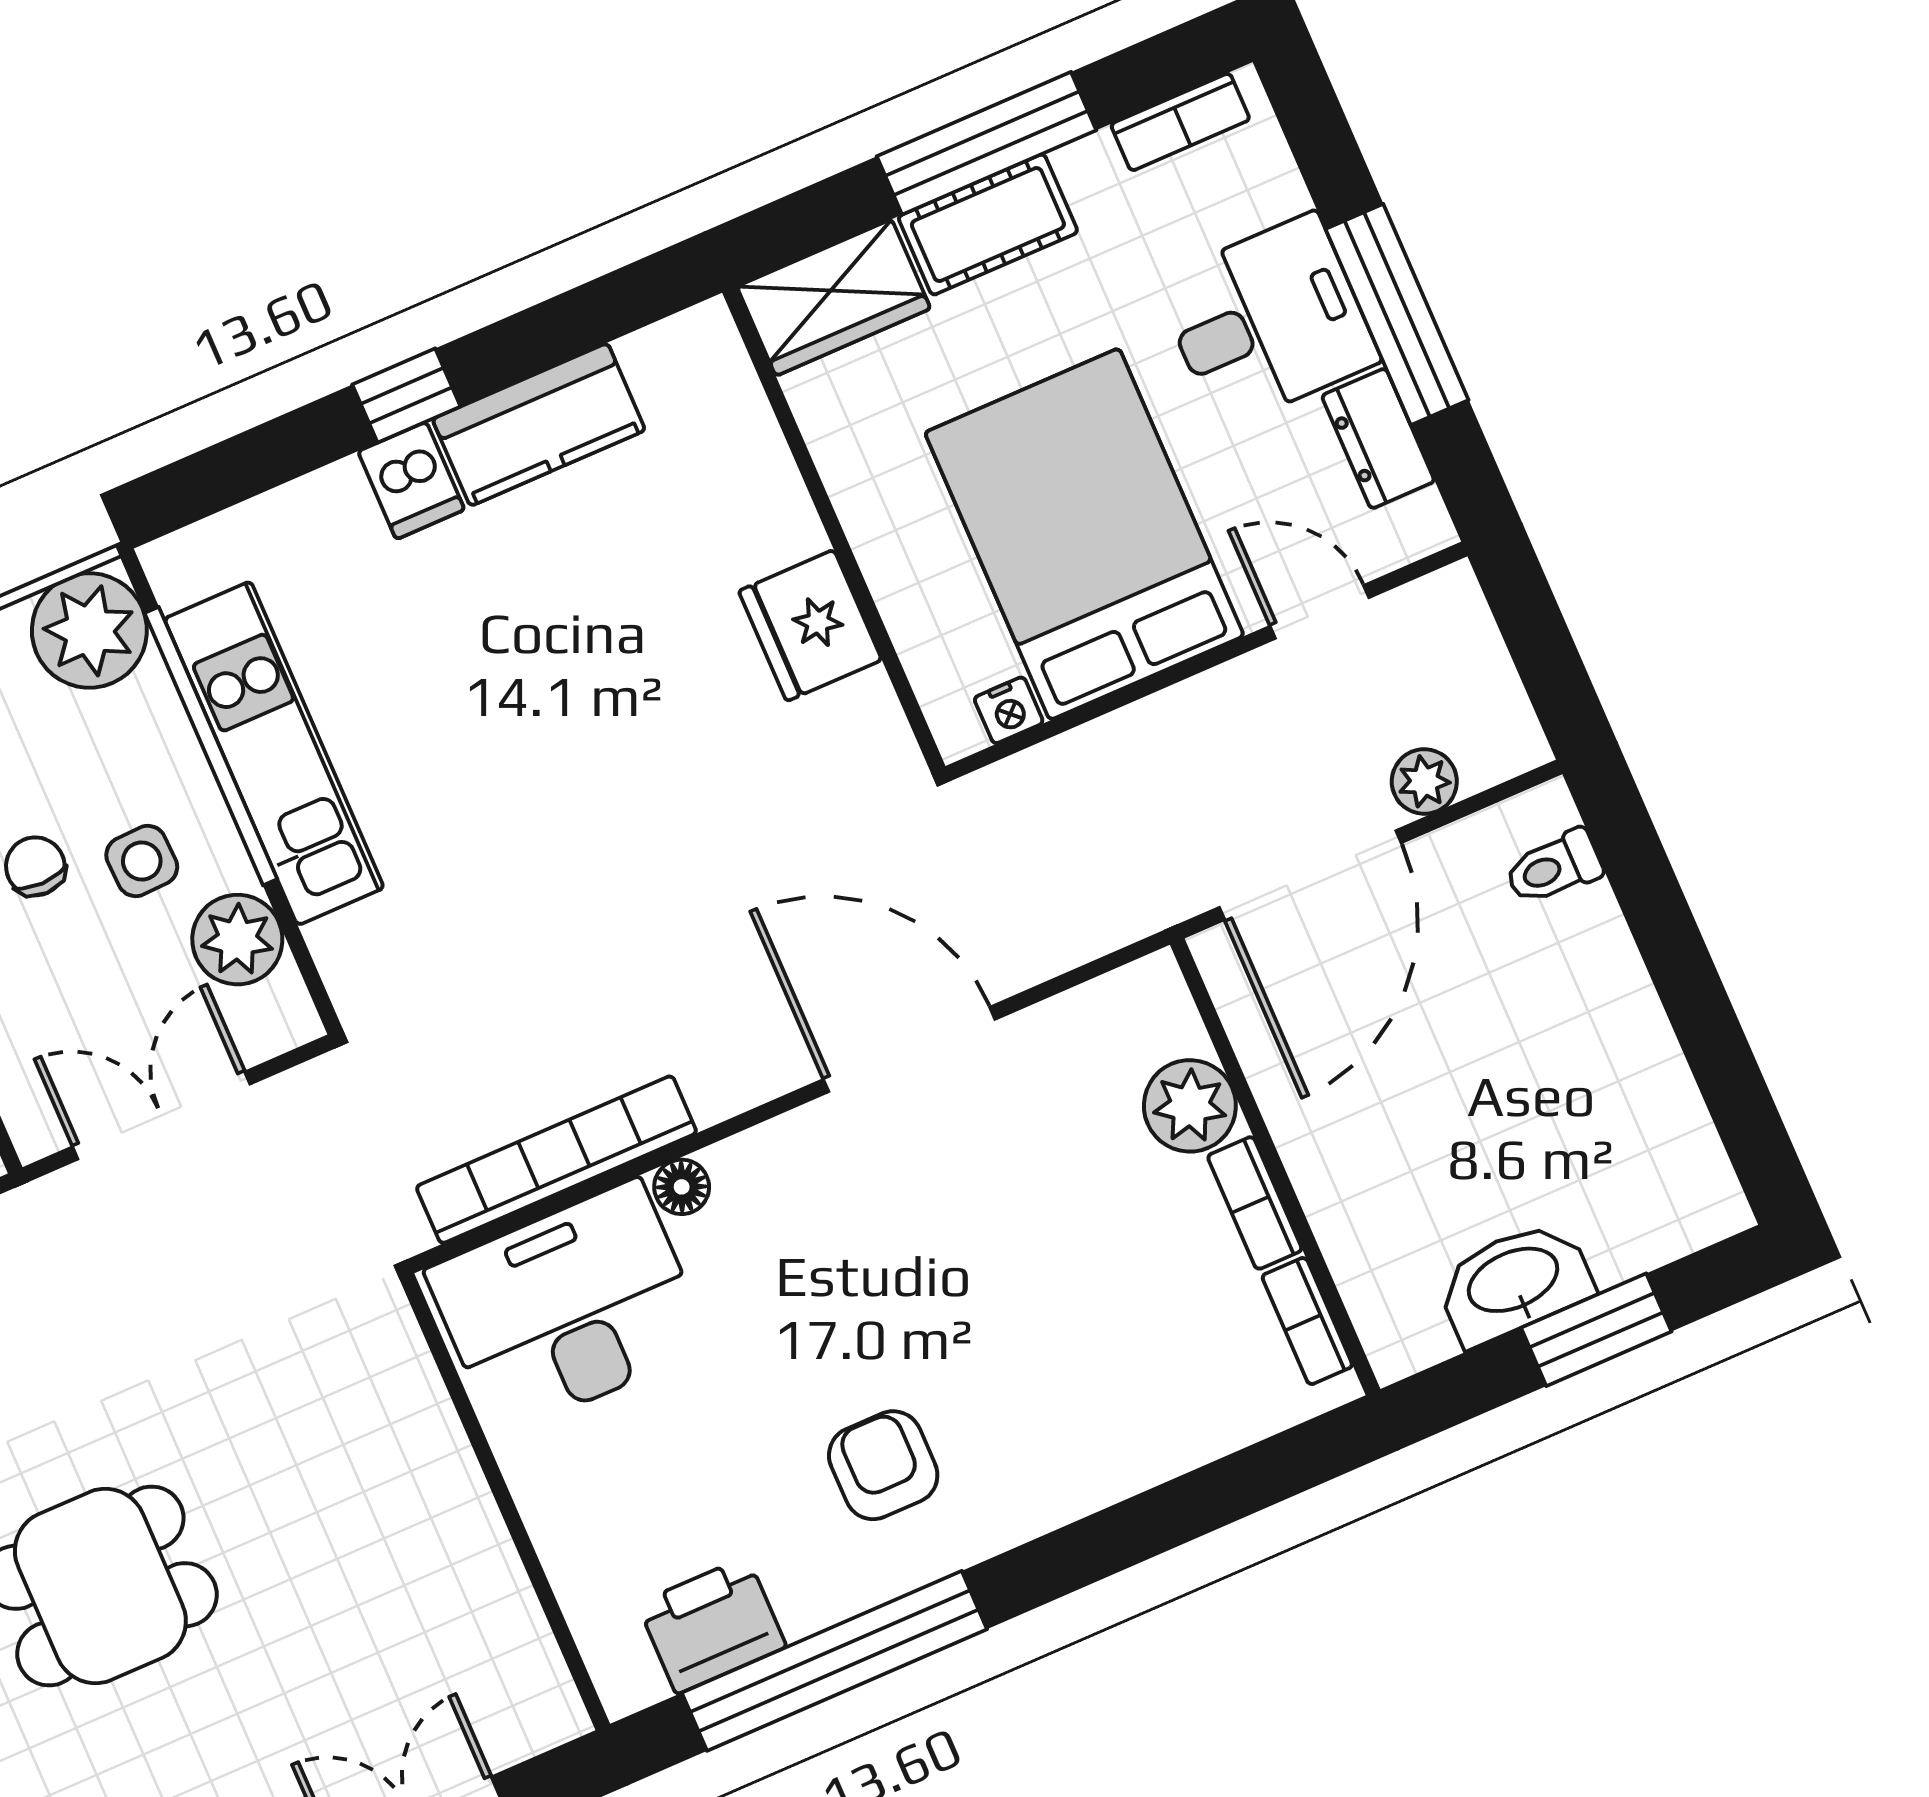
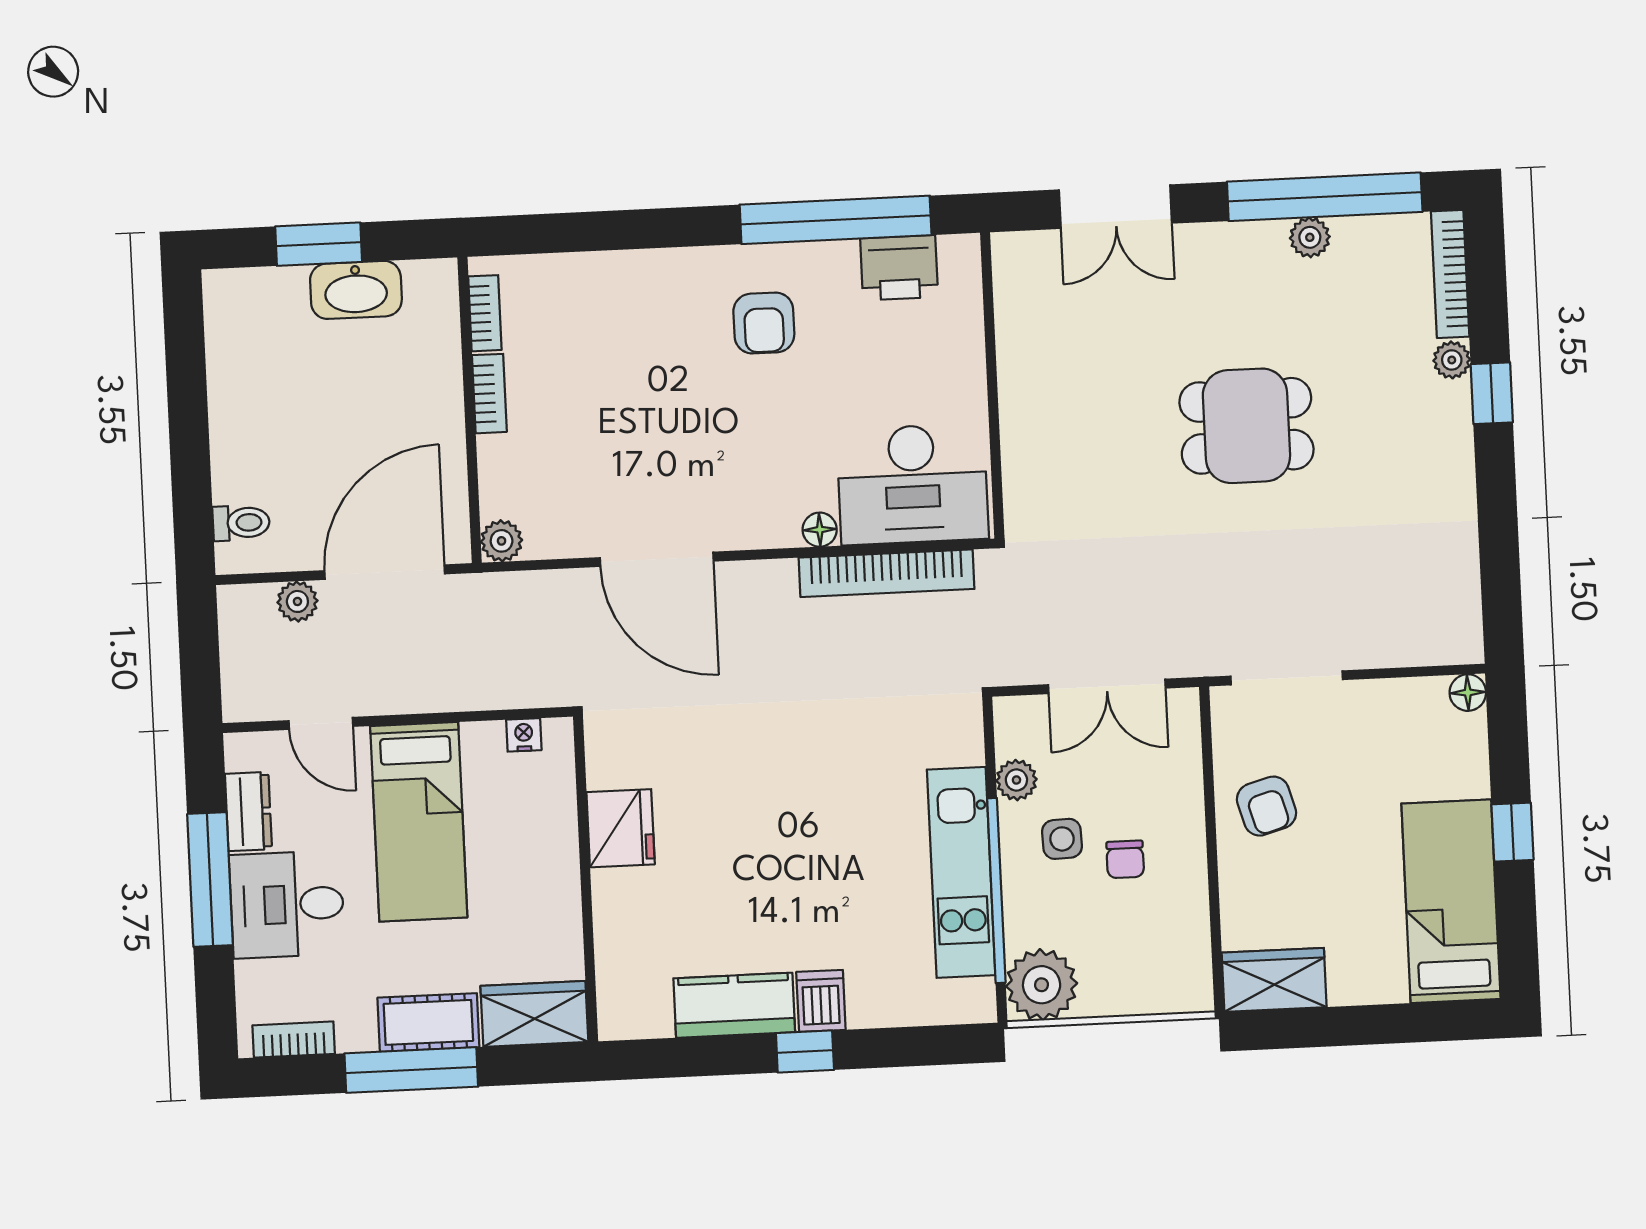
bed: (1084, 534) -> (419, 822), width x0.67
plant: (237, 940) -> (1016, 780), width x0.73, depth x0.73
plant: (1190, 1106) -> (502, 541), moved, width x0.73, depth x0.73

